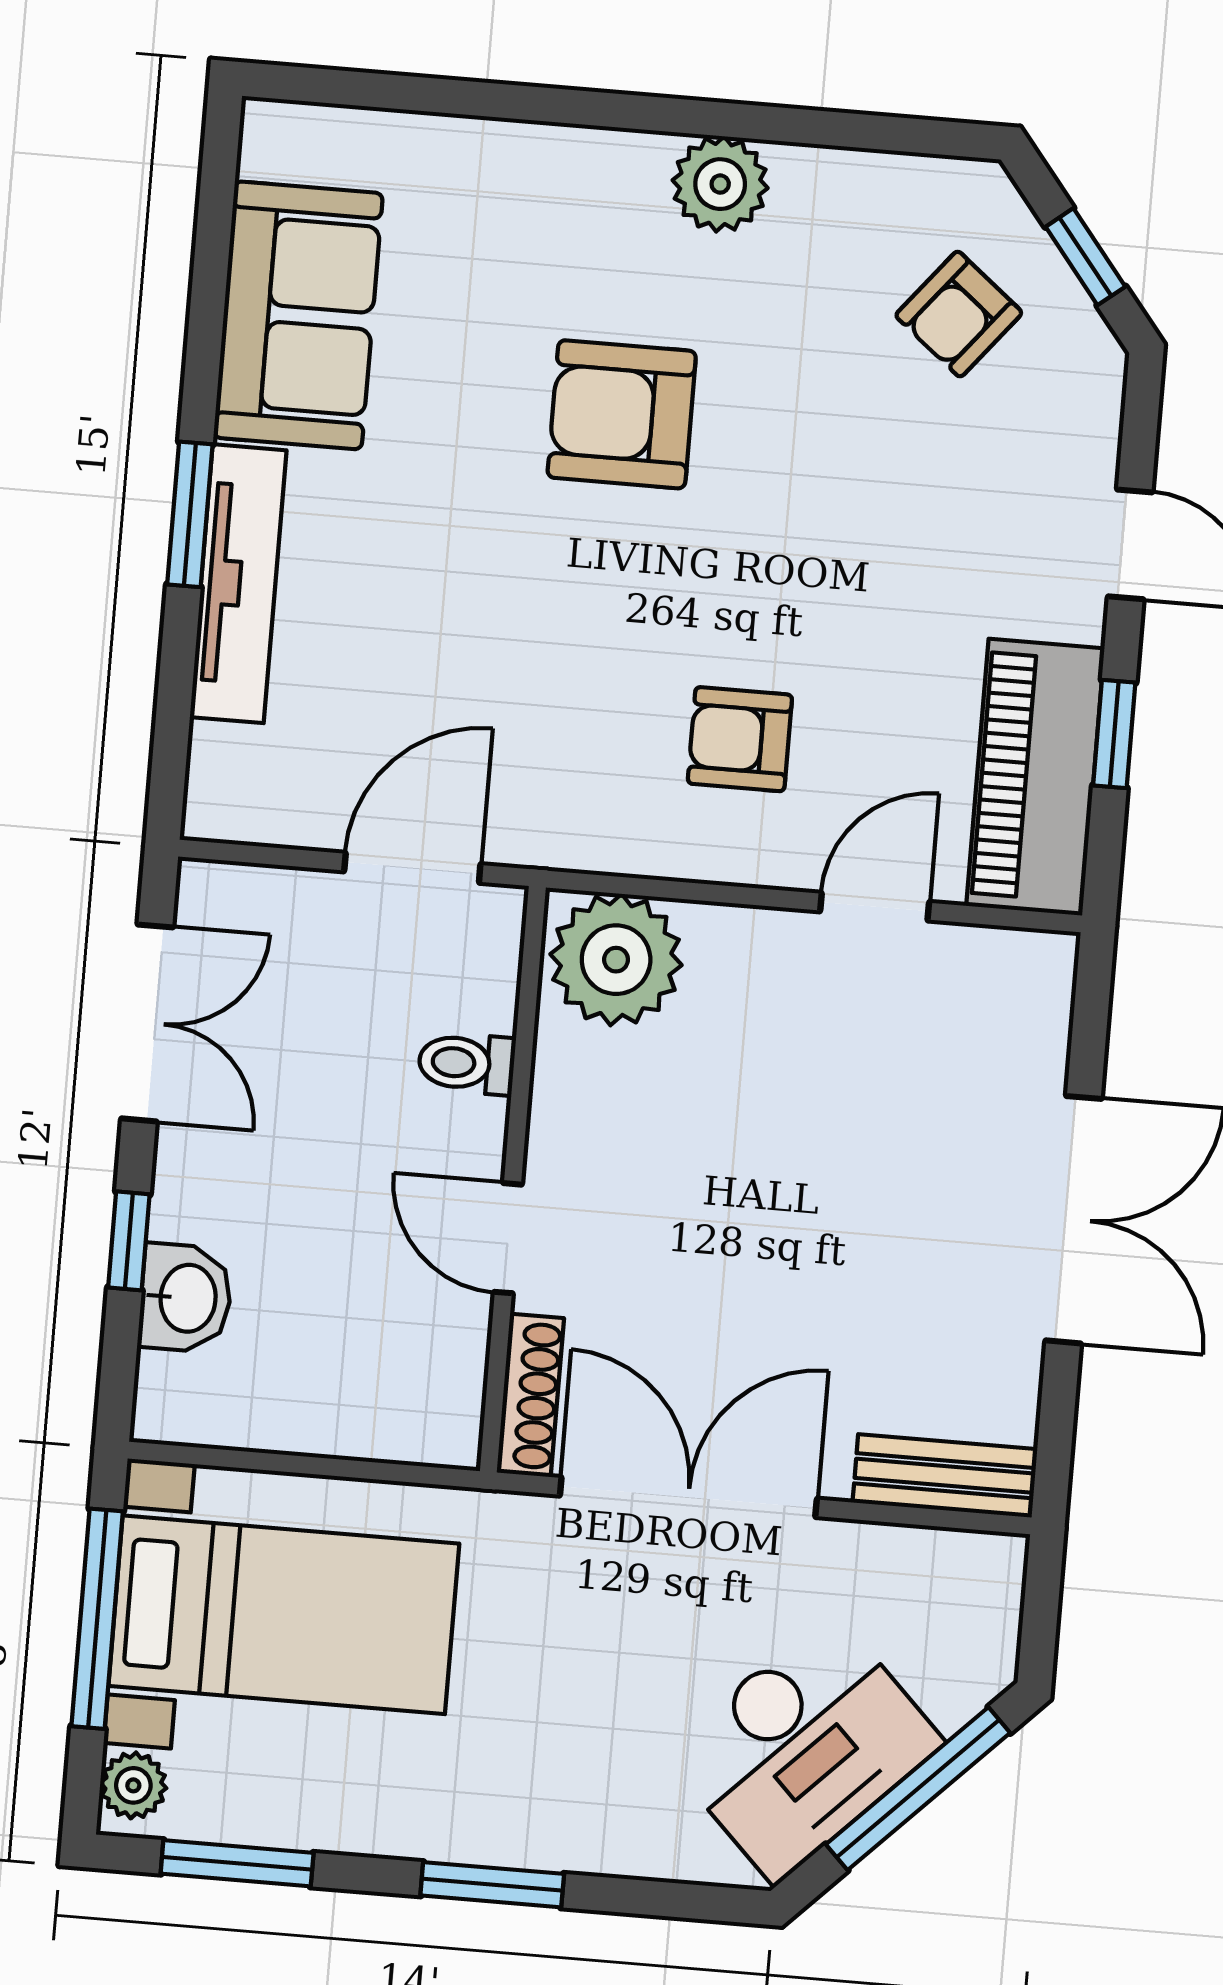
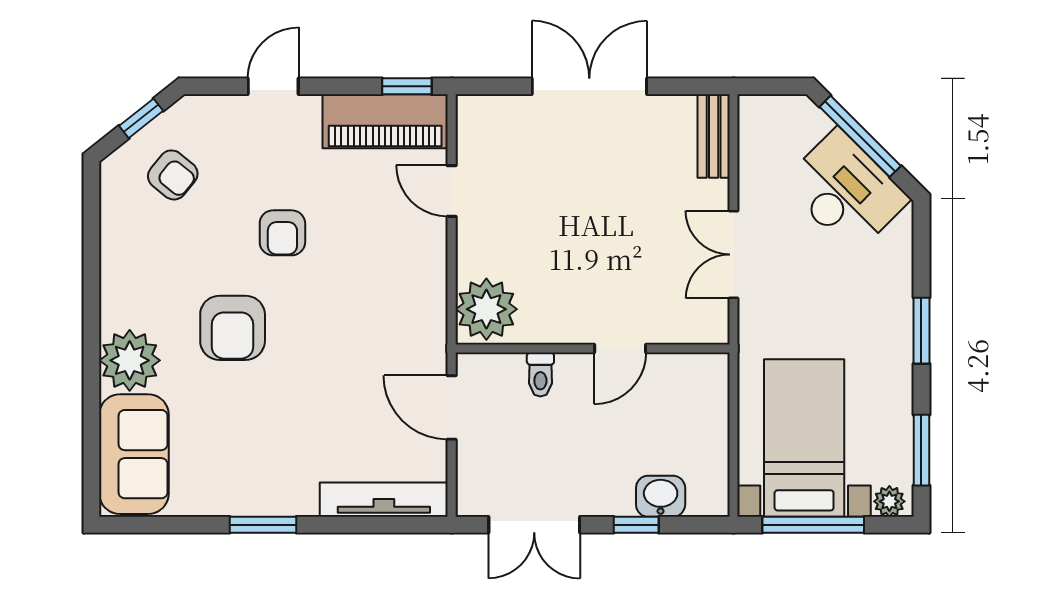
plant: (720, 184) -> (130, 360), moved, width x1.36, depth x1.36
sofa: (298, 315) -> (134, 454), moved, turned 90
window: (190, 514) -> (263, 525), moved
tv unit: (238, 584) -> (384, 500), moved
window: (1114, 734) -> (407, 86), moved
armchair: (740, 739) -> (282, 233), moved
double door: (147, 1023) -> (534, 525), swing flipped
shoe rack: (530, 1395) -> (692, 332), removed
double door: (688, 1497) -> (734, 255), width x0.73

